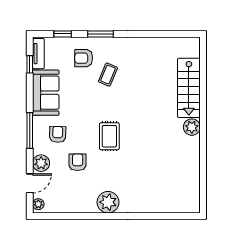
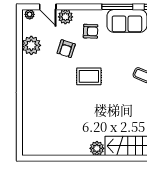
window: (30, 131) -> (117, 7), moved
armchair: (78, 162) -> (66, 49), turned 108
plant: (108, 202) -> (31, 45), moved

